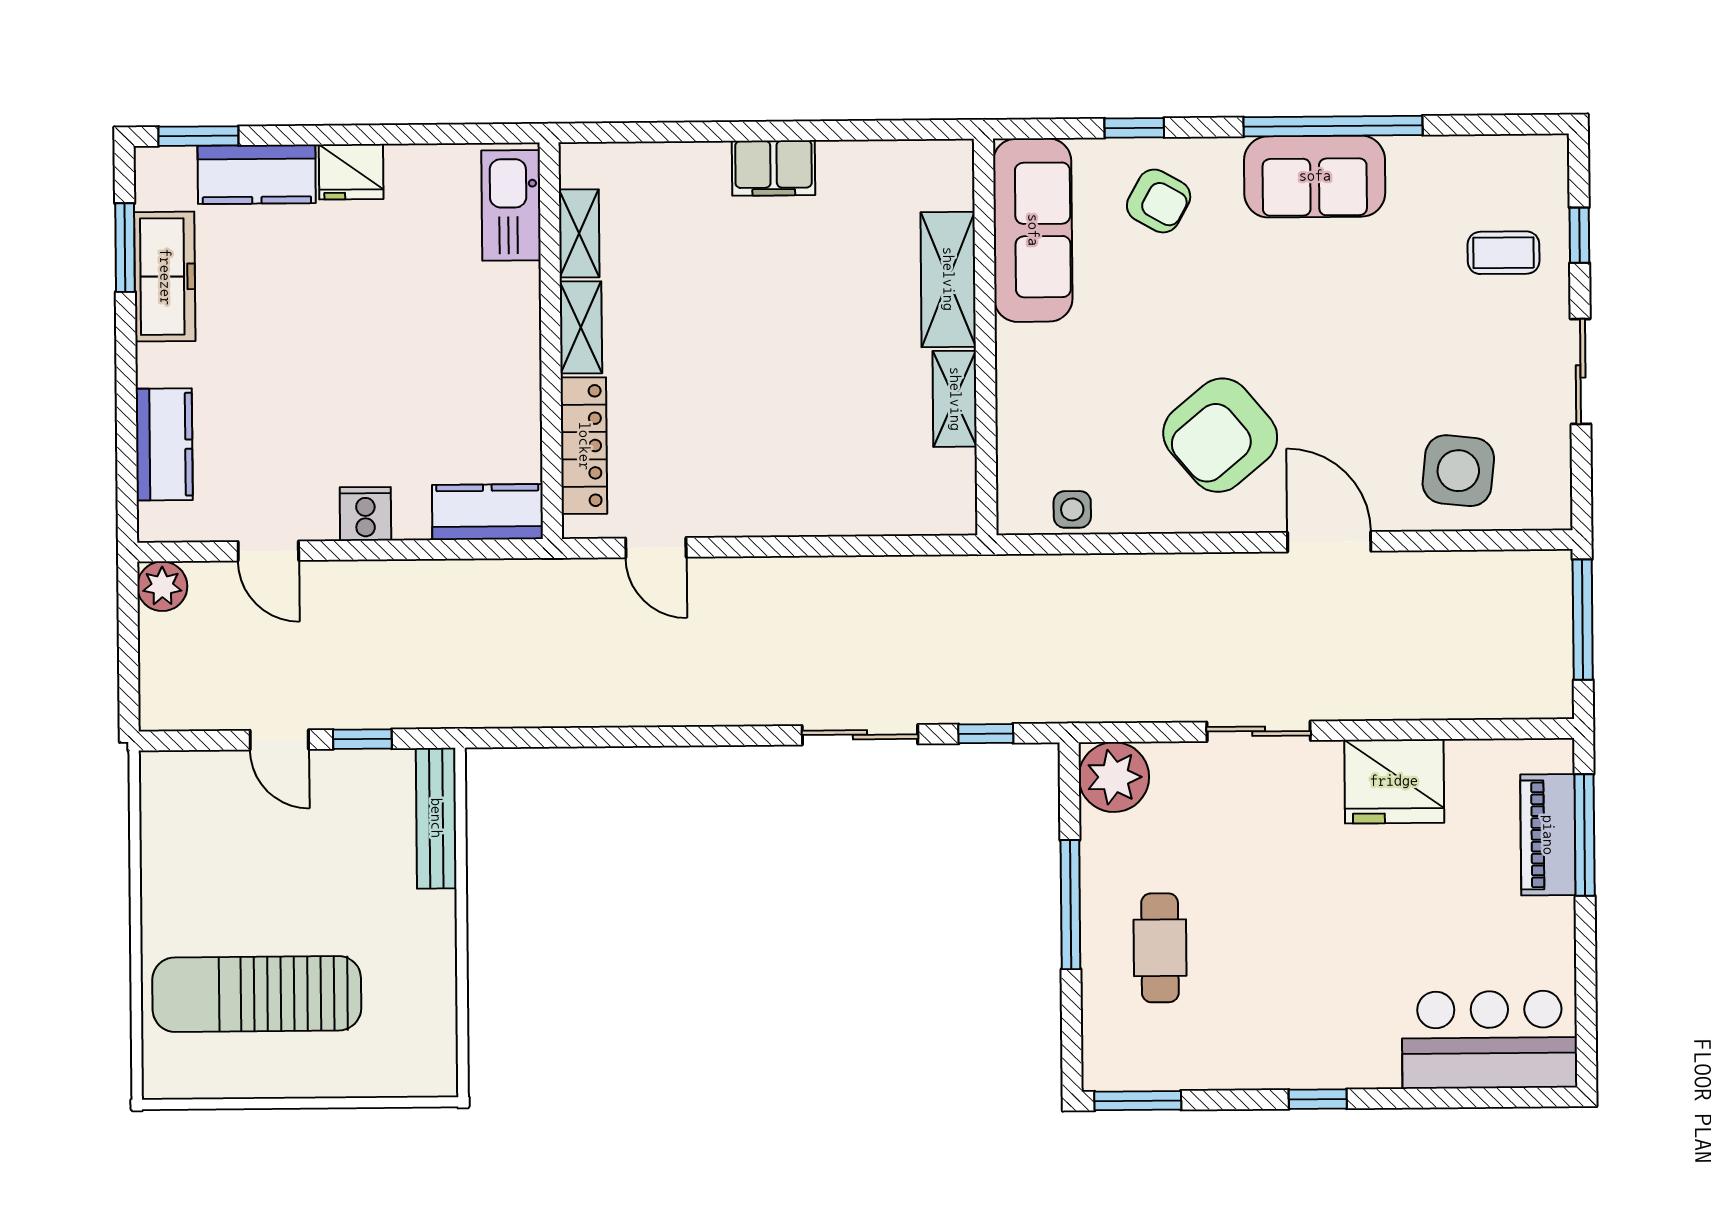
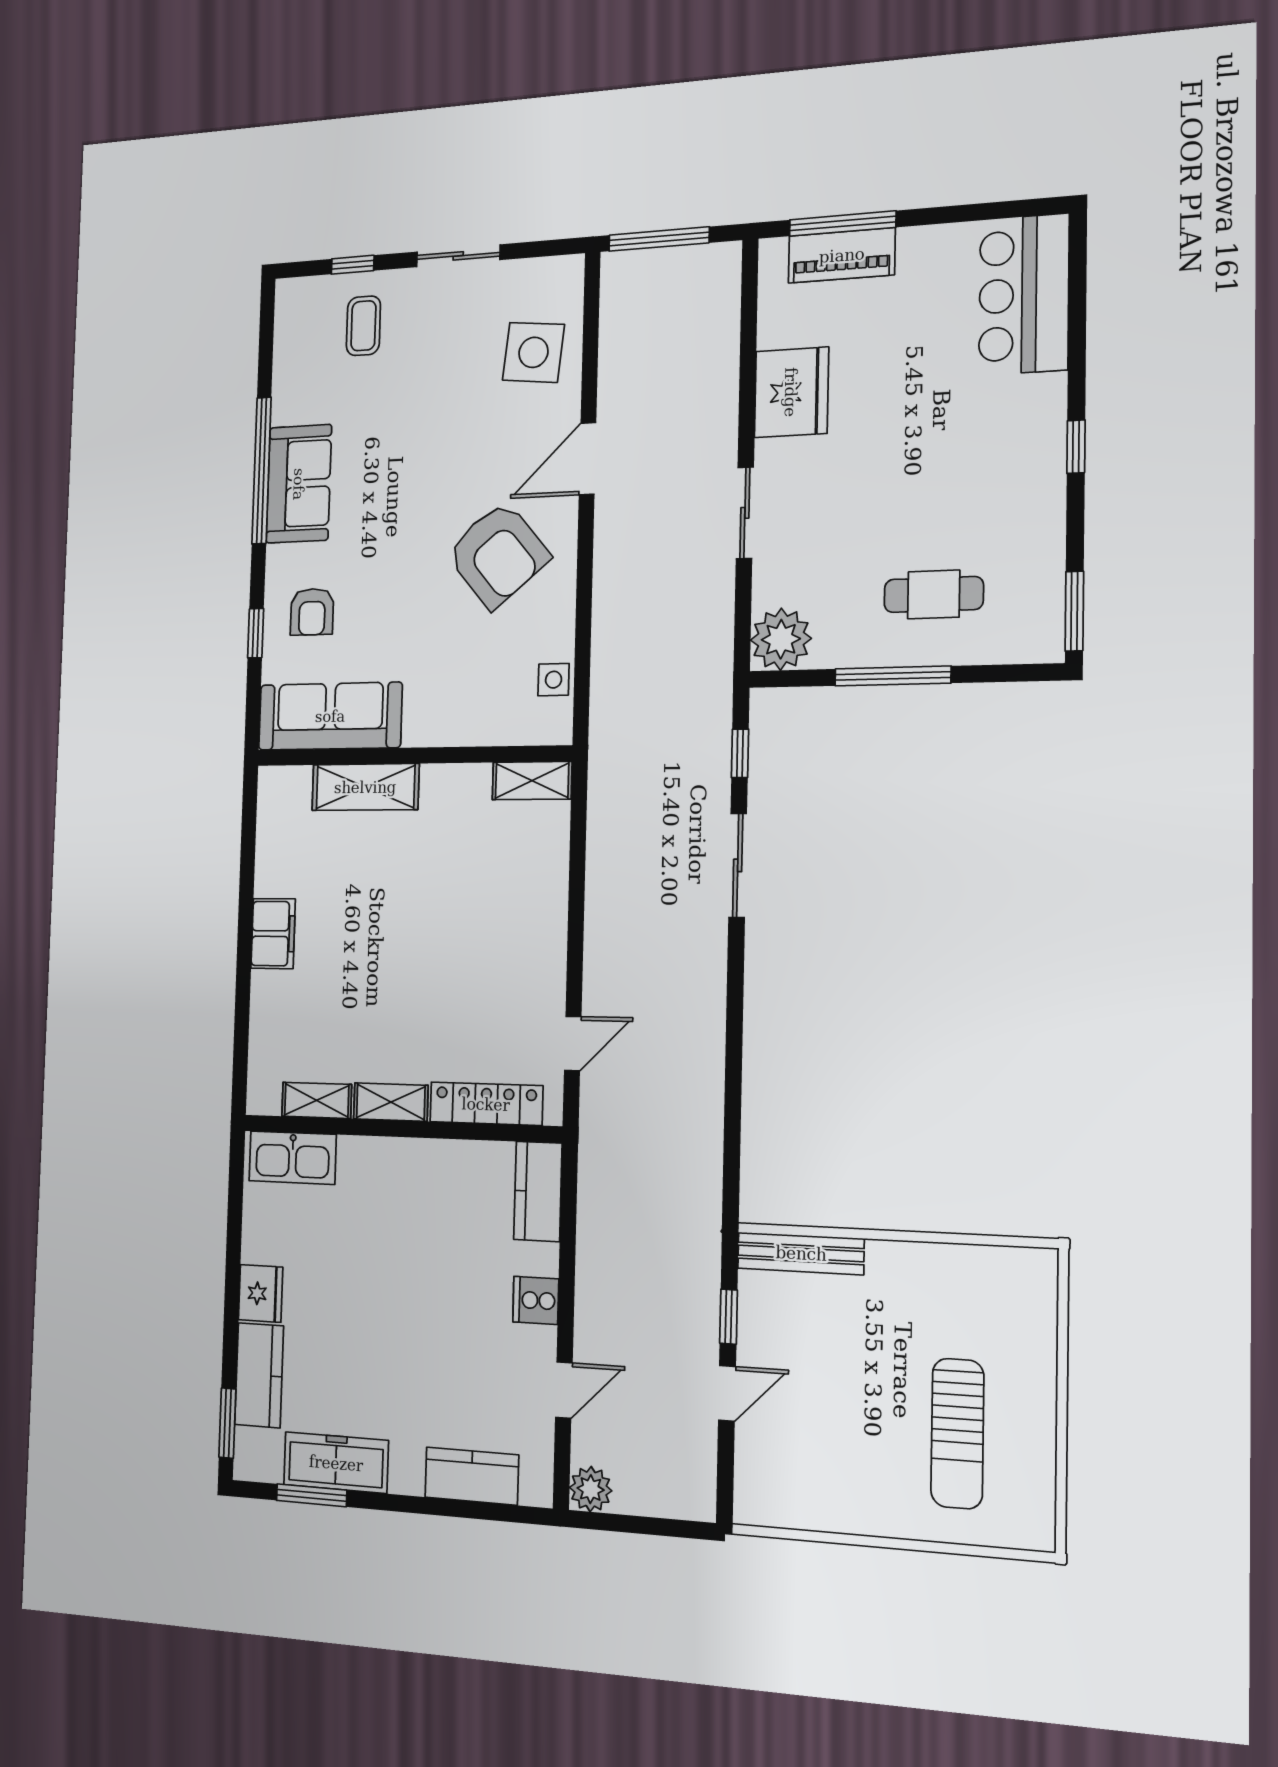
armchair: (1159, 201) -> (312, 612), turned 151
shelving: (955, 399) -> (532, 781), moved
sun lounger: (257, 994) -> (957, 1433), width x0.73, depth x0.75

